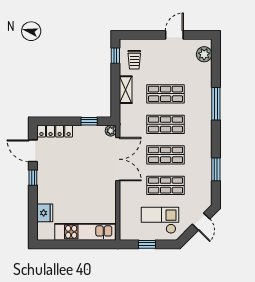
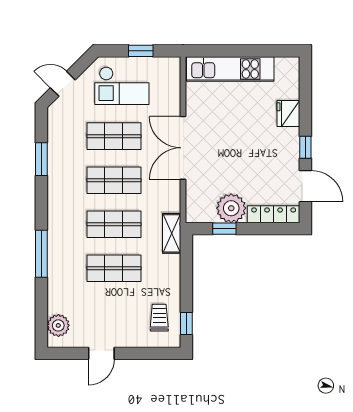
shelving: (126, 90) -> (172, 233), moved
plant: (111, 131) -> (231, 208), moved, width x1.87, depth x1.87
double door: (118, 159) -> (183, 148), moved
fridge: (45, 213) -> (288, 113), moved
door: (201, 222) -> (63, 84), hinge flipped

